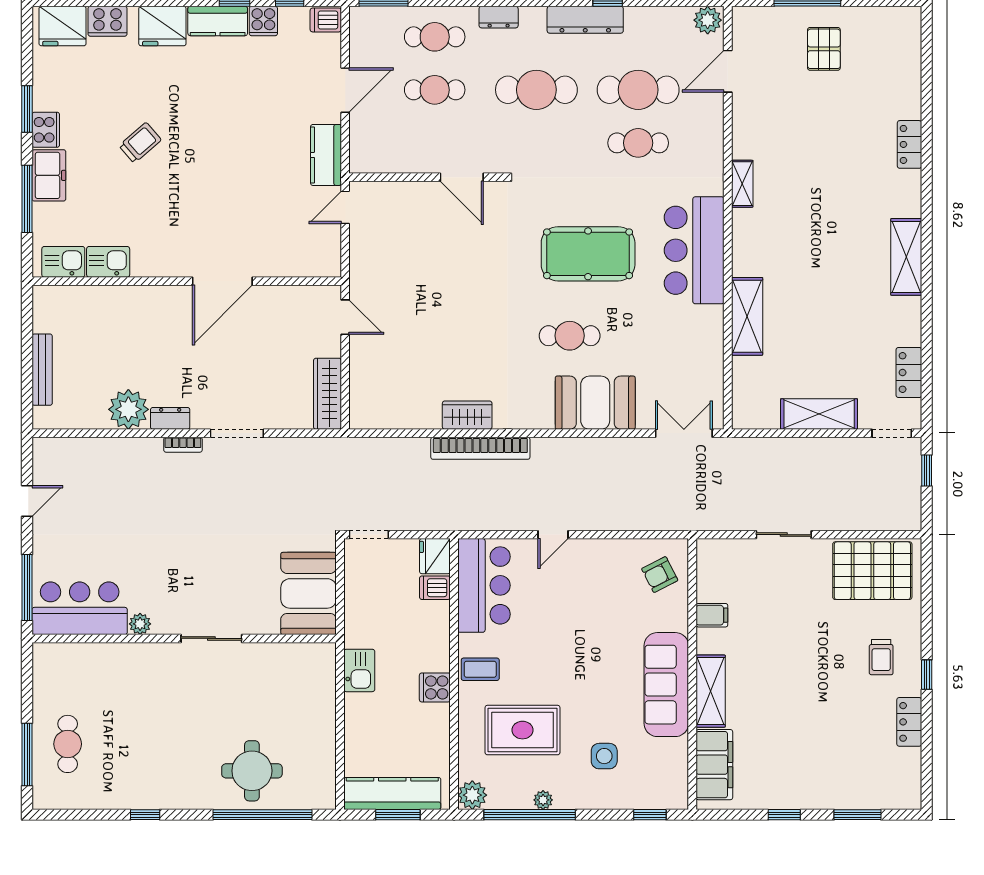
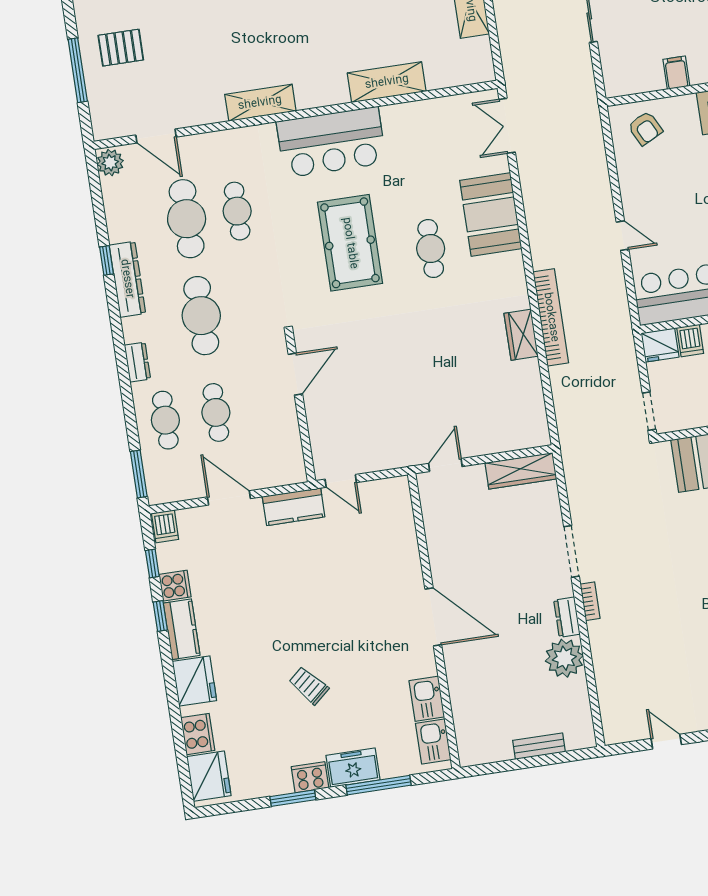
shelving: (742, 184) -> (260, 103), width x1.50, depth x1.33
door: (222, 281) -> (433, 617), moved
bench: (42, 370) -> (539, 746), width x0.73

